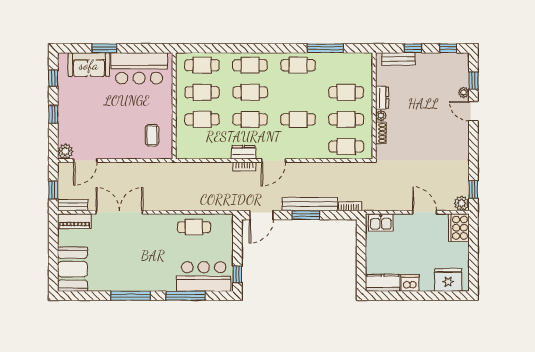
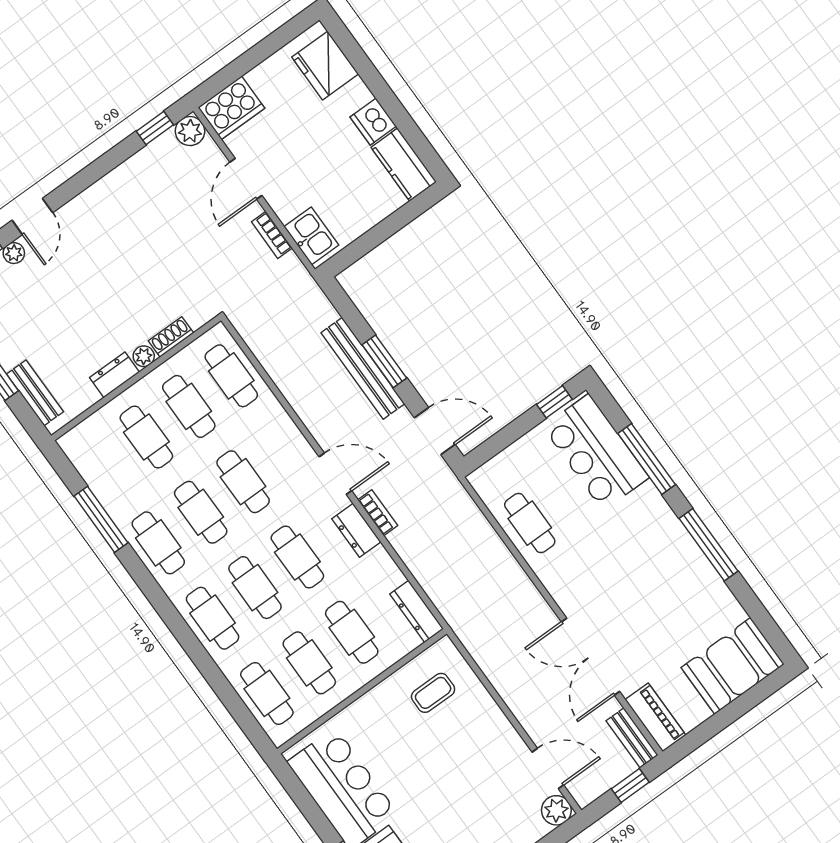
cafe table: (298, 92) -> (201, 512), added
dresser: (191, 153) -> (417, 611), added
bookcase: (350, 206) -> (272, 235), moved

